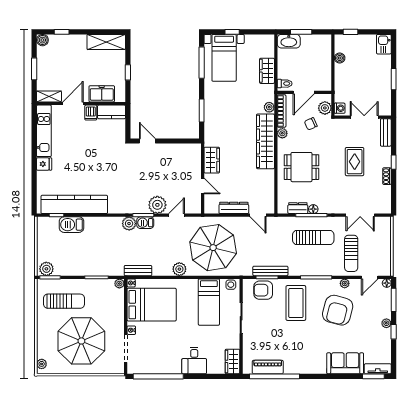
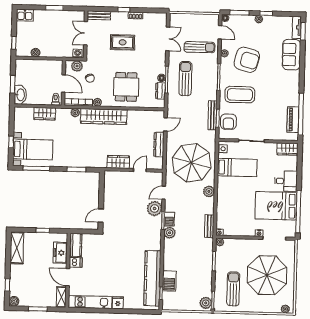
door: (177, 215) -> (164, 193), hinge flipped
bed: (152, 305) -> (276, 206), moved, turned -90

